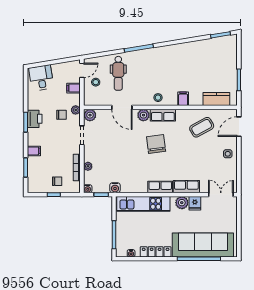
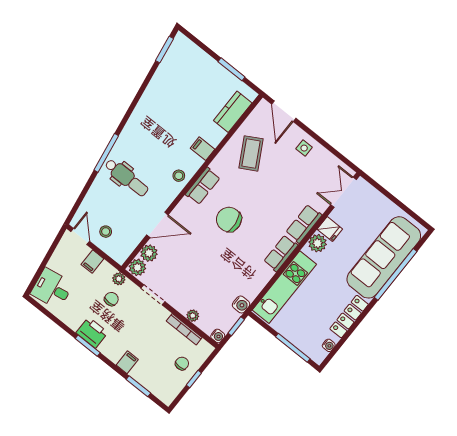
dental chair: (118, 73) -> (127, 178), moved
plant: (143, 115) -> (149, 253), moved

